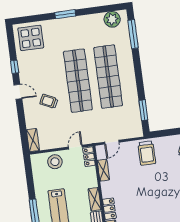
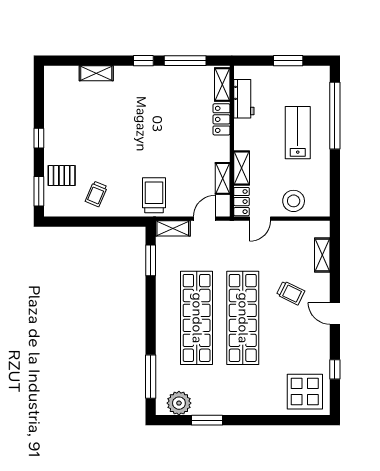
window: (65, 14) -> (207, 420), moved
window: (15, 67) -> (335, 369), moved
shelving: (132, 133) -> (173, 228), added
shelving: (33, 140) -> (322, 255), moved
shelving: (95, 199) -> (242, 168), moved

